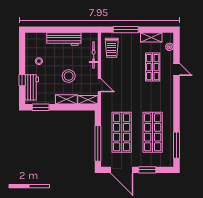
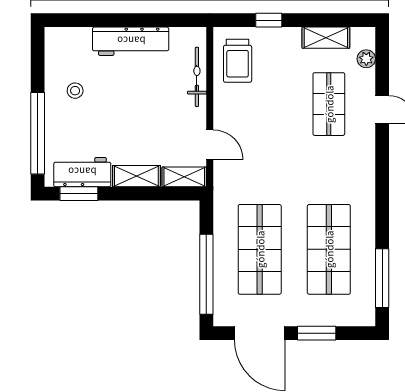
window: (126, 30) -> (269, 20), width x0.46
stool: (69, 76) -> (141, 124), removed
window: (22, 80) -> (38, 133), width x3.17
workbench: (32, 87) -> (82, 172), moved, turned -90

